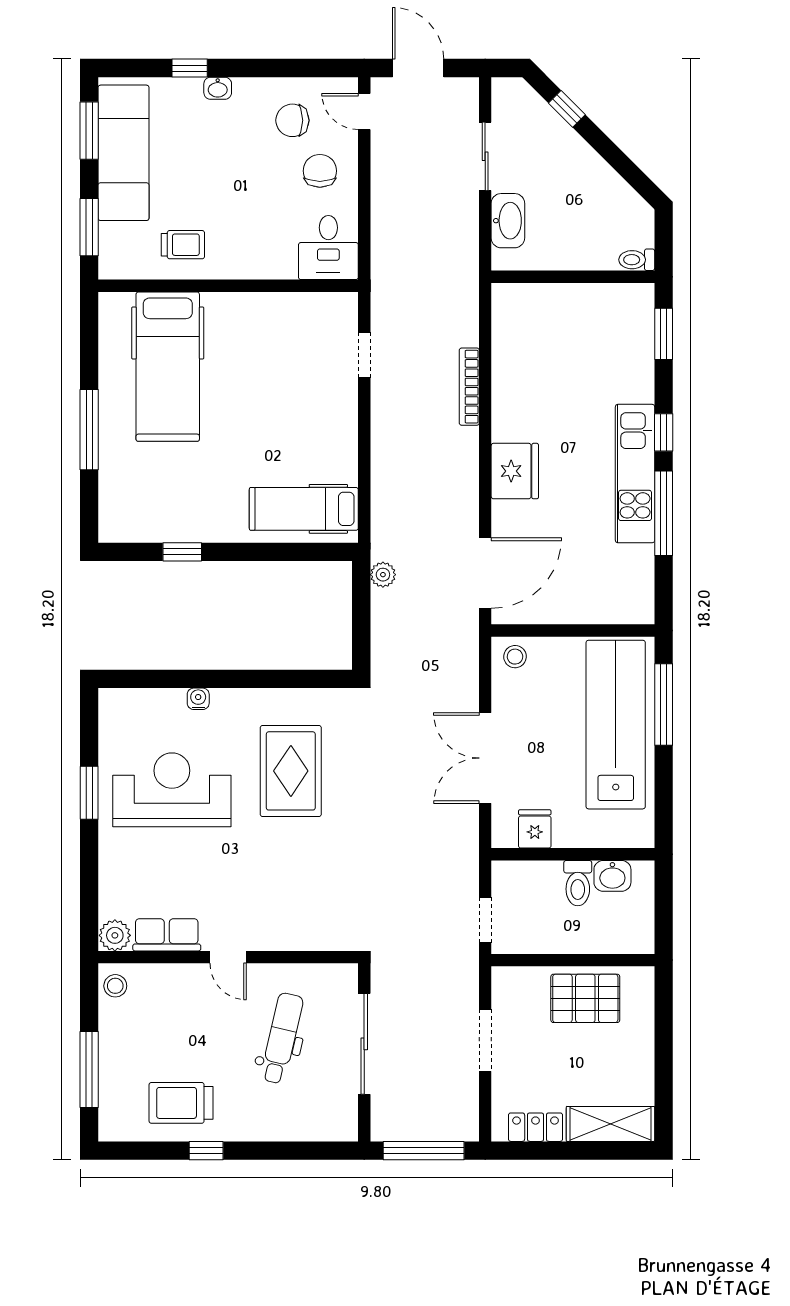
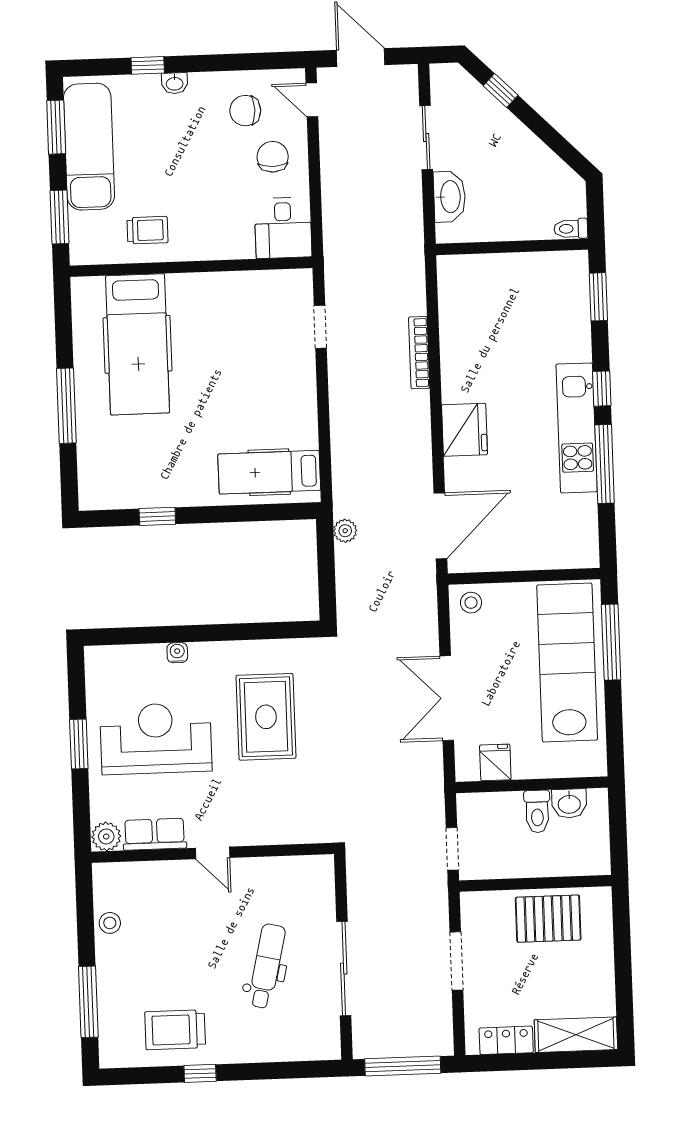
plant: (115, 935) -> (106, 837), moved
row of seats: (167, 935) -> (155, 834), moved
door: (228, 957) -> (213, 853), moved
wall: (228, 957) -> (213, 853), moved

